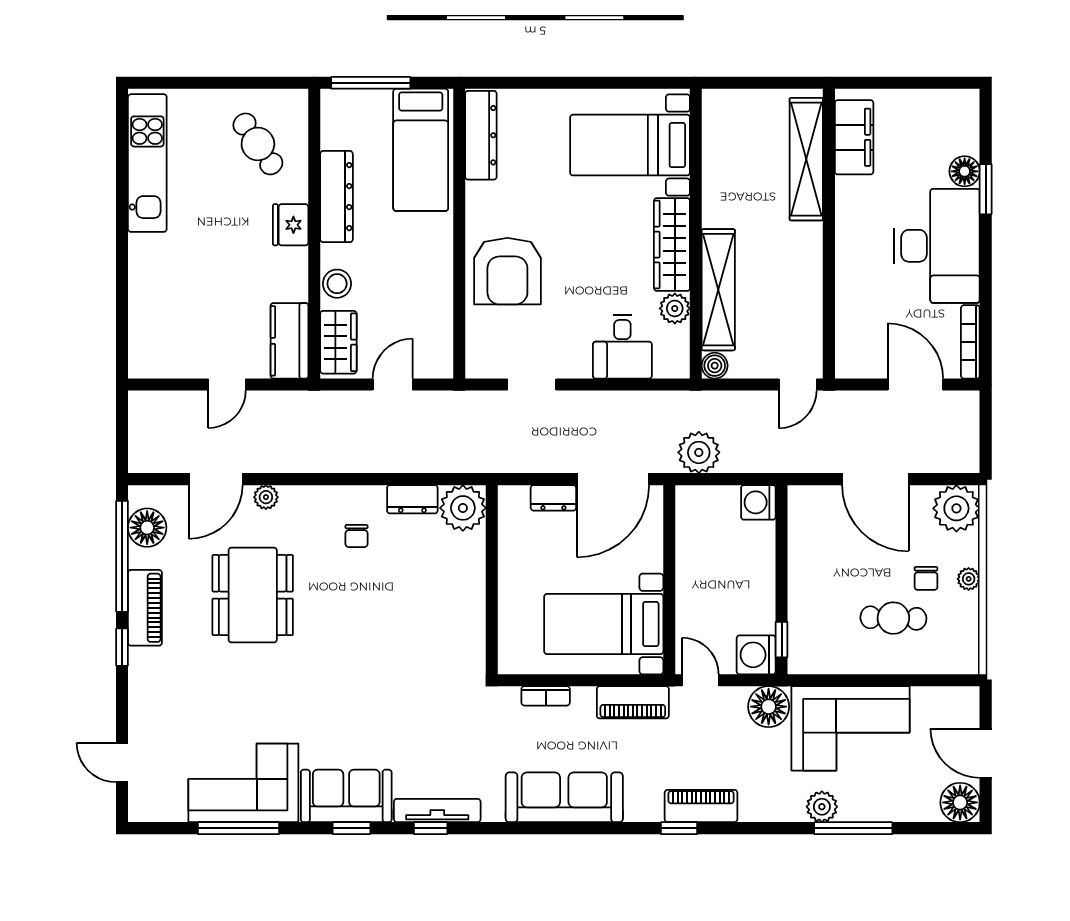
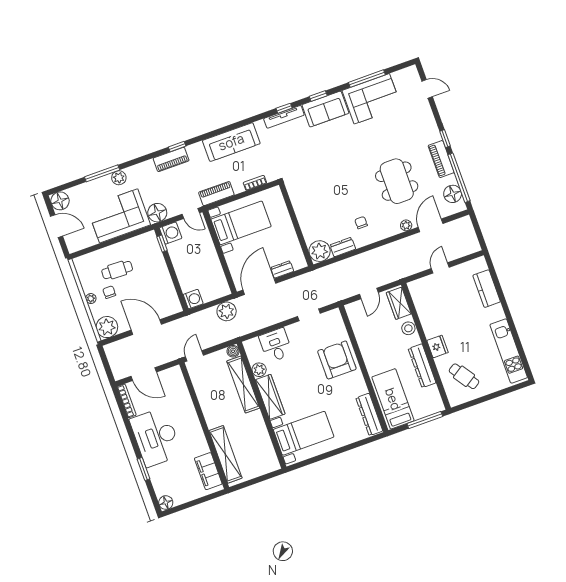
floor lamp: (965, 171) -> (166, 503), moved
kitchen counter: (289, 341) -> (487, 289), moved, turned 180

